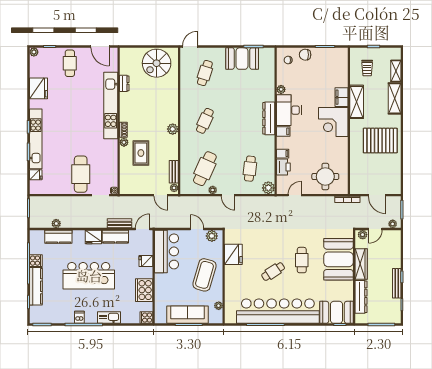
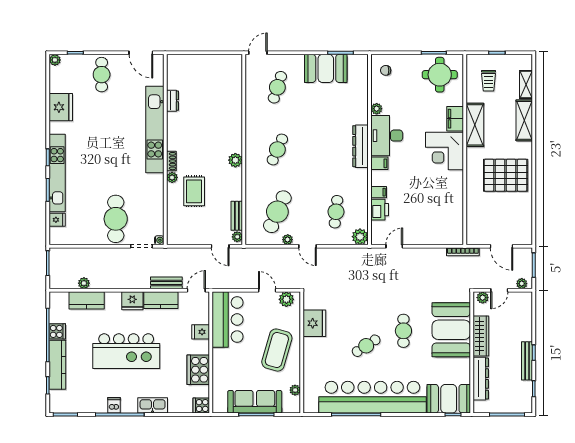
chair: (305, 55) -> (408, 63), removed
spiral stairs: (157, 63) -> (214, 74), removed
round table: (325, 177) -> (440, 75), moved

